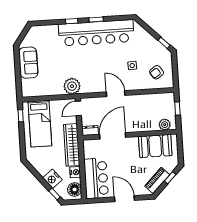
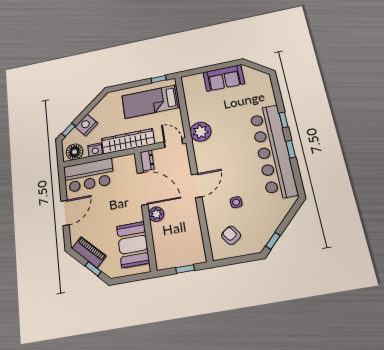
plant: (165, 125) -> (156, 214), moved

